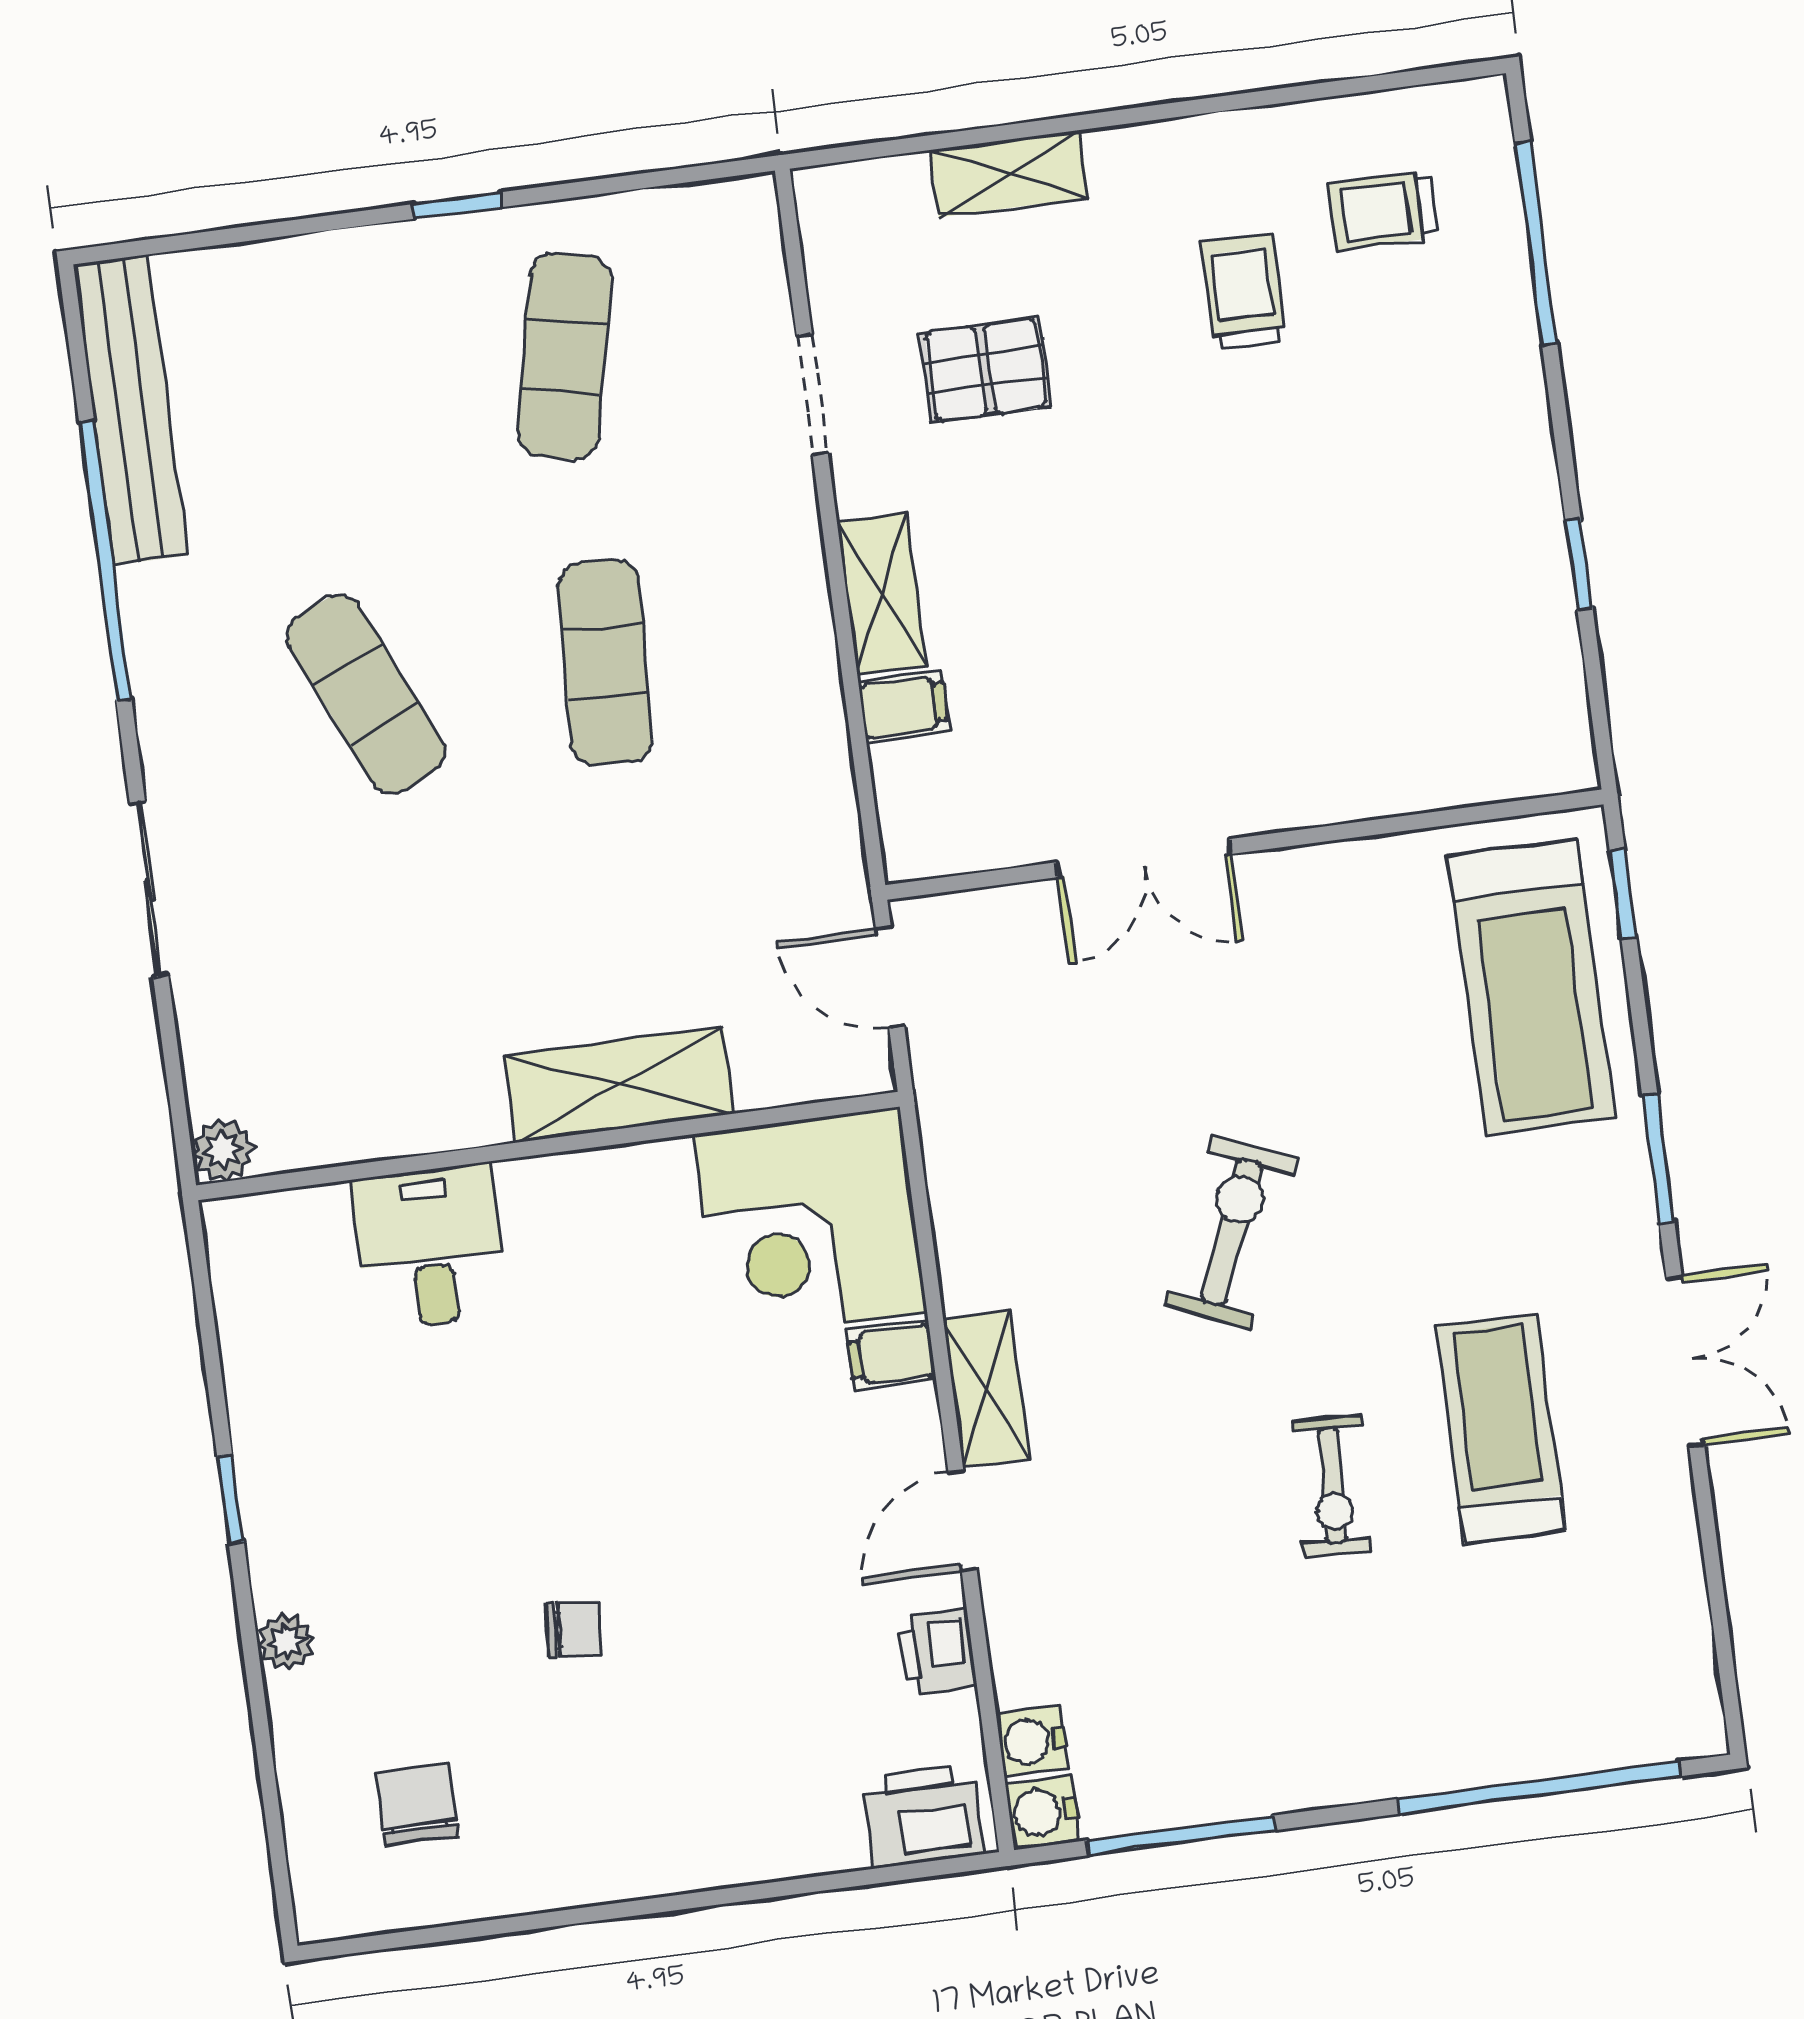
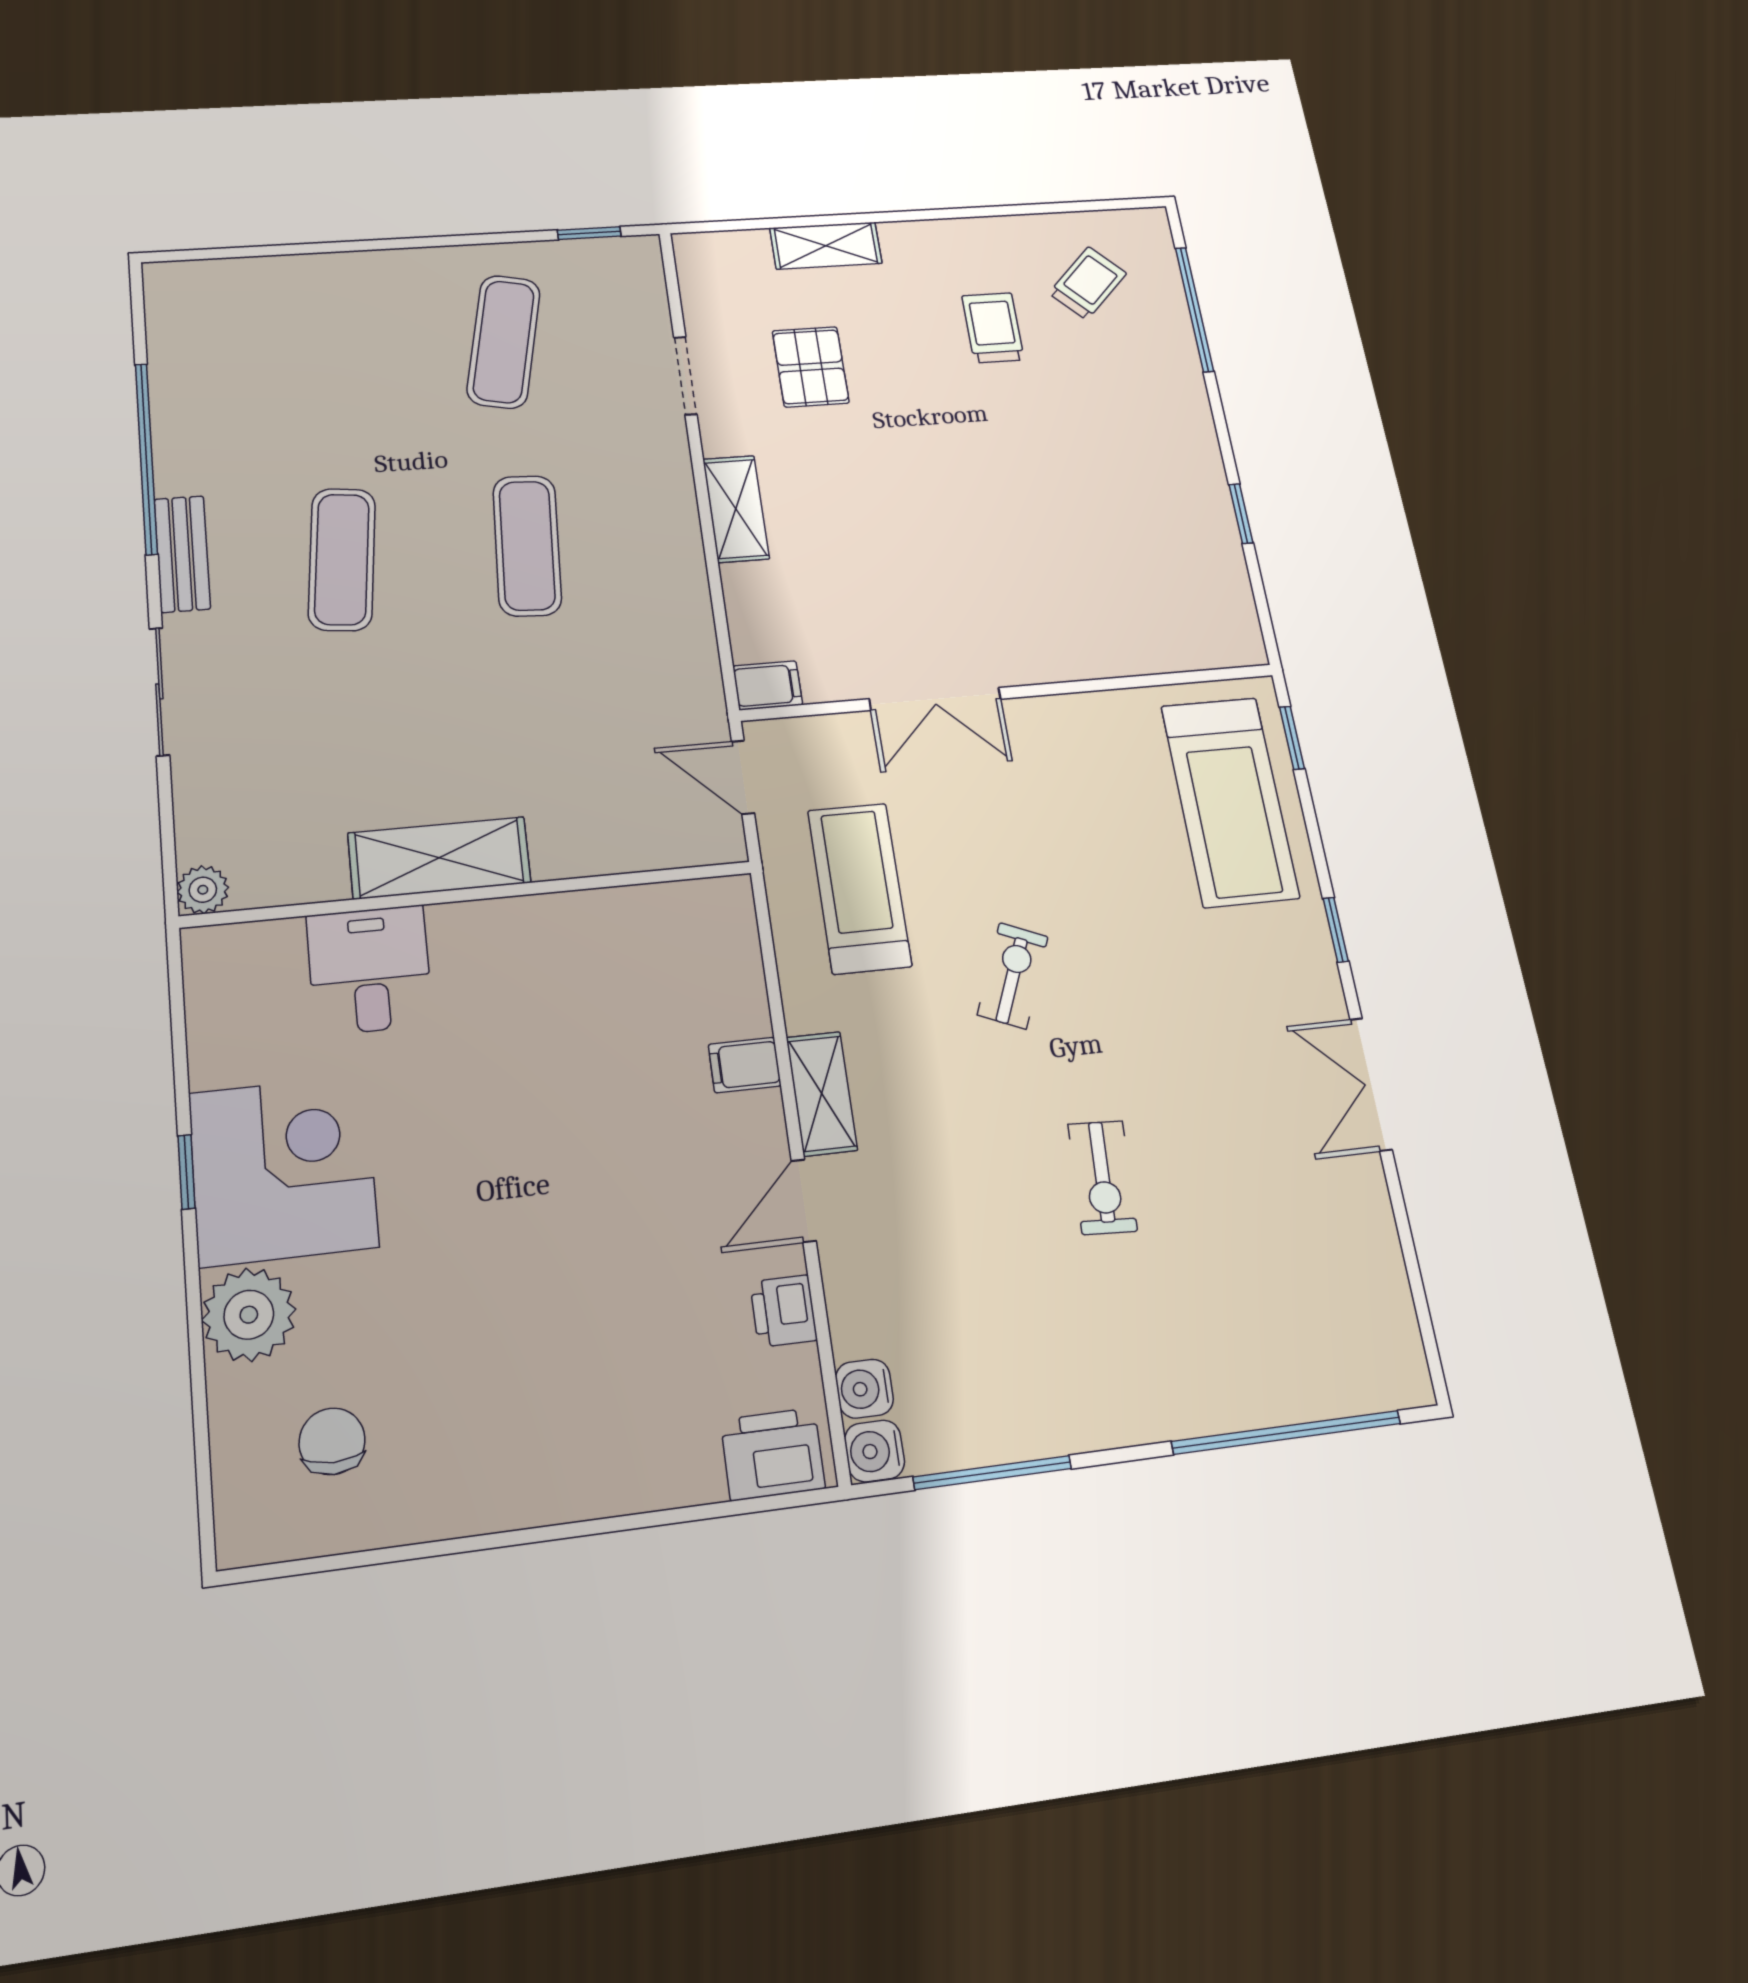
window: (457, 206) -> (589, 233), moved
trolley: (1383, 210) -> (1088, 283), turned 135
pallet: (985, 370) -> (811, 367), turned 90
bench: (131, 410) -> (182, 554), moved, width x0.54, depth x0.82
exercise mat: (366, 694) -> (342, 559), turned 30
filing cabinet: (904, 707) -> (768, 685), moved
shelving: (620, 1085) -> (439, 858), moved
window: (1658, 1159) -> (1336, 930), width x0.67
corner desk: (810, 1223) -> (283, 1170), moved, turned 180
exercise bike: (1231, 1232) -> (1013, 976), width x0.73, depth x0.72
double door: (1685, 1361) -> (1371, 1084), swing flipped
treadmill: (1501, 1428) -> (859, 888), moved
chair: (574, 1629) -> (476, 1287), removed
plant: (286, 1642) -> (249, 1315), width x1.87, depth x1.87

